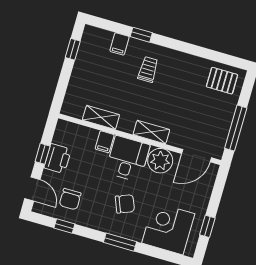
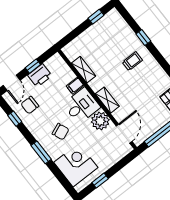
filing cabinet: (119, 44) -> (126, 34), removed
door: (196, 156) -> (124, 134), swing flipped

